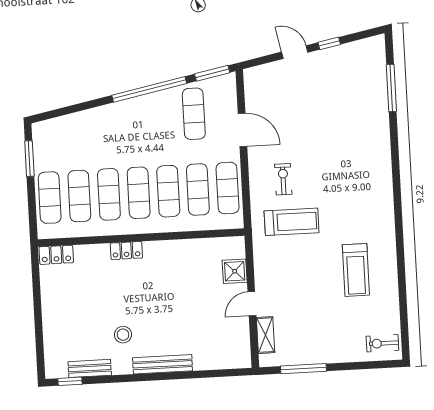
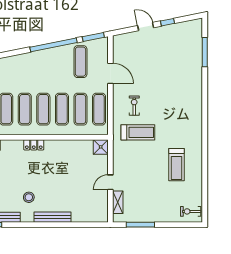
shower: (235, 271) -> (101, 147), moved

